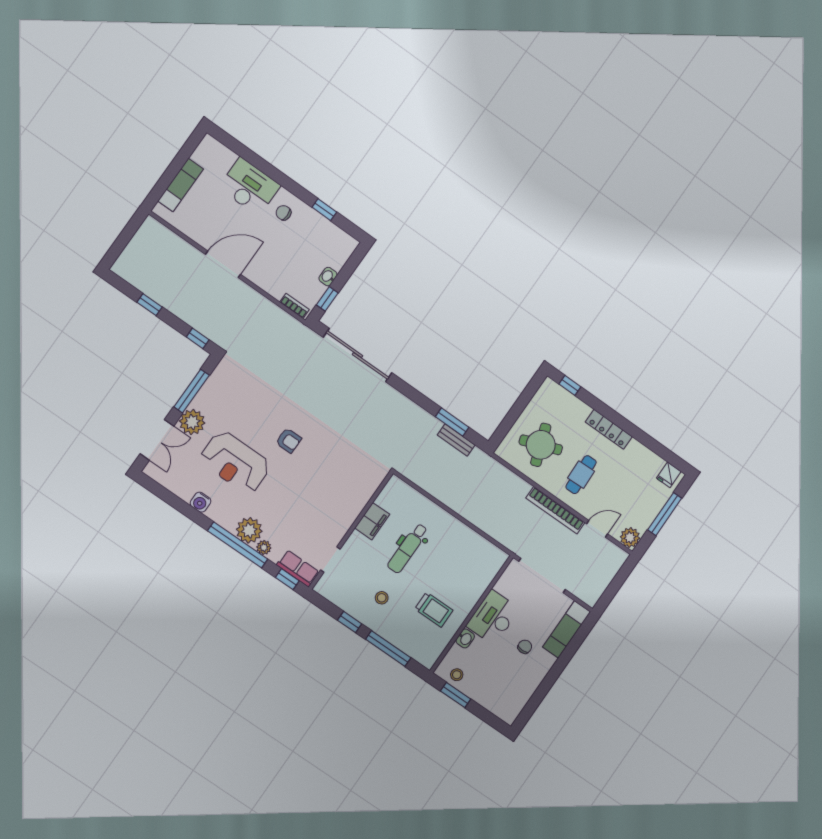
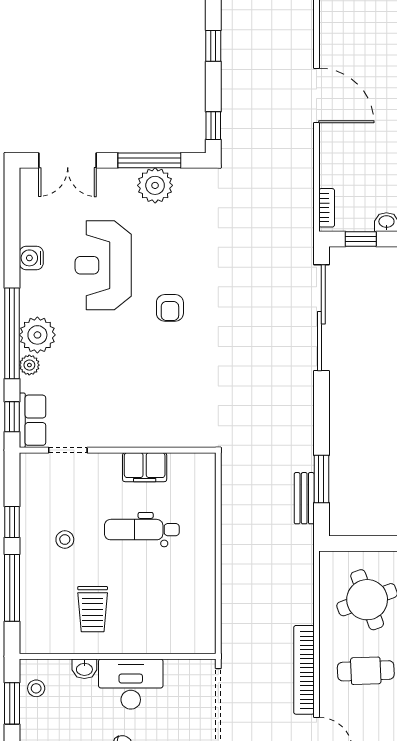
plant: (192, 422) -> (155, 185), moved

